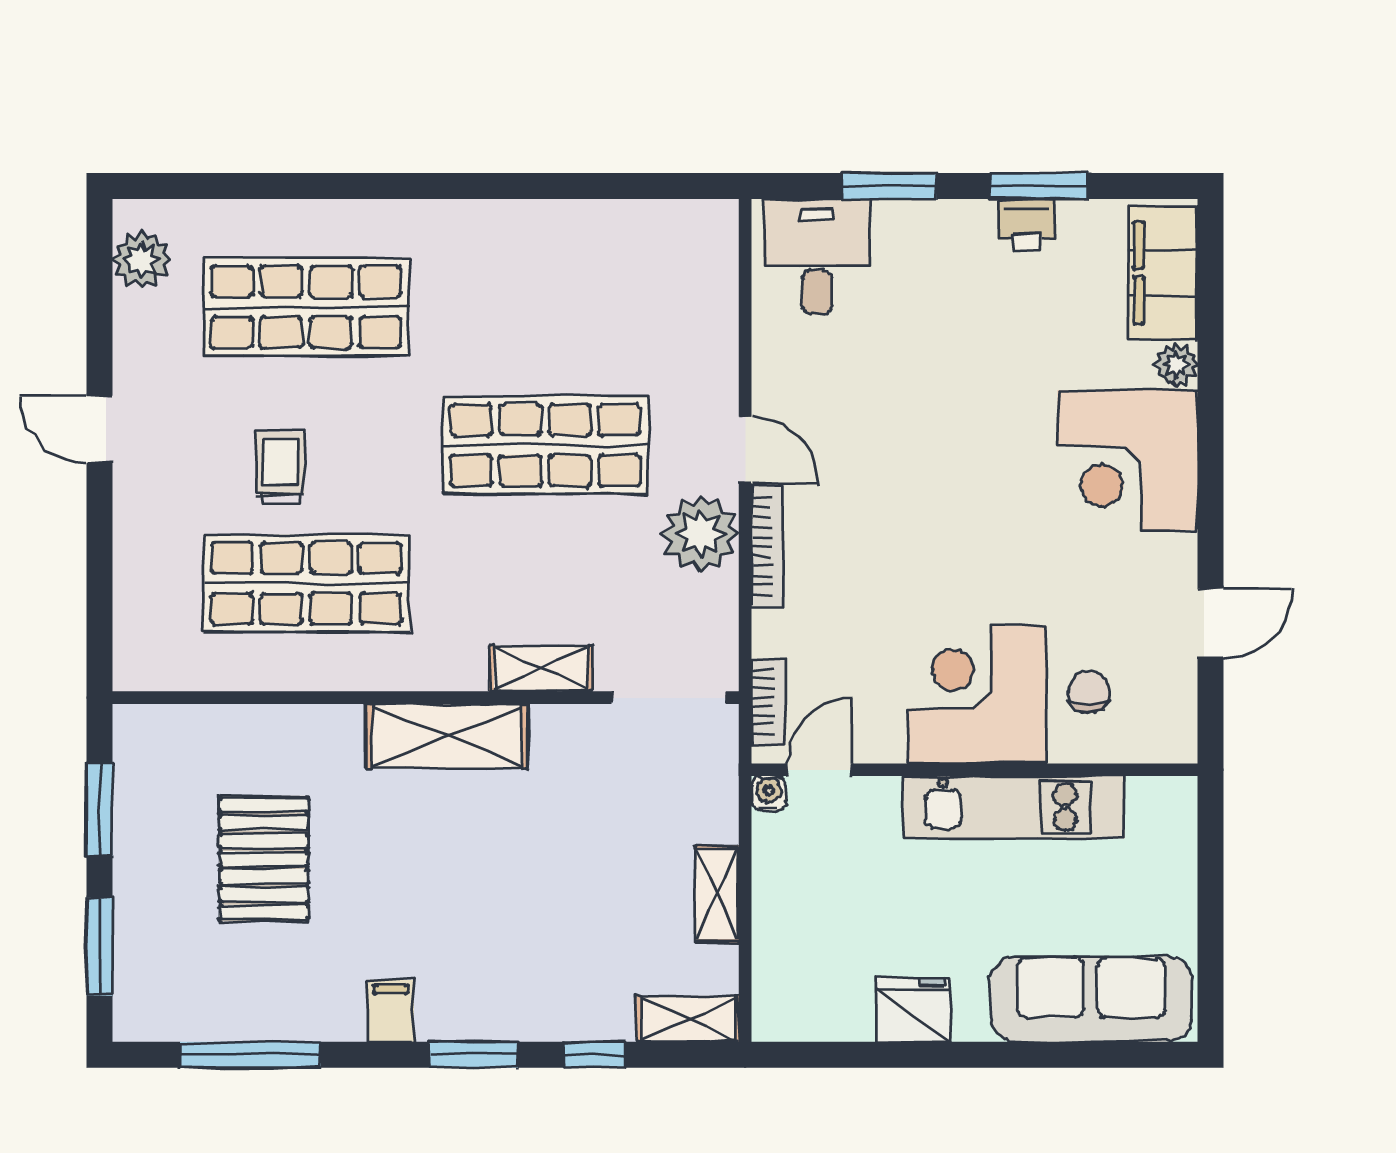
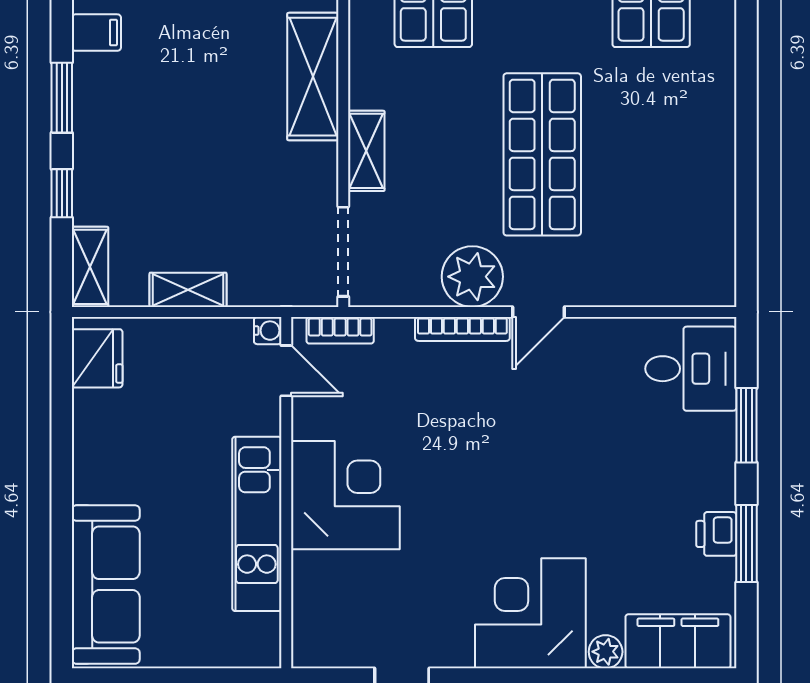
chair: (1089, 692) -> (348, 583), removed
fridge: (913, 1010) -> (97, 358), moved

